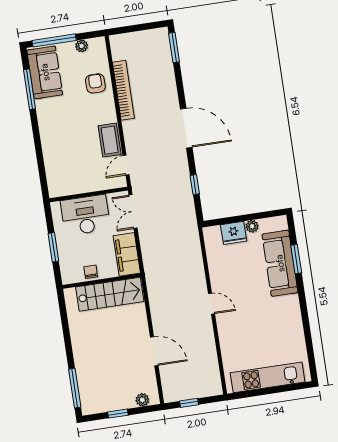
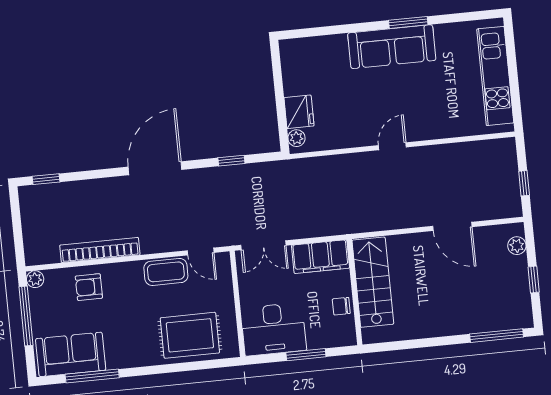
window: (54, 40) -> (26, 316), moved
plant: (82, 46) -> (35, 279), moved
window: (174, 48) -> (46, 179), width x0.67
rug: (63, 160) -> (190, 335), added
desk: (85, 215) -> (274, 329), moved, turned -90
plant: (252, 226) -> (296, 138), moved
window: (296, 259) -> (408, 22), moved
sofa: (280, 263) -> (392, 47), moved
door: (154, 351) -> (452, 226), swing flipped

